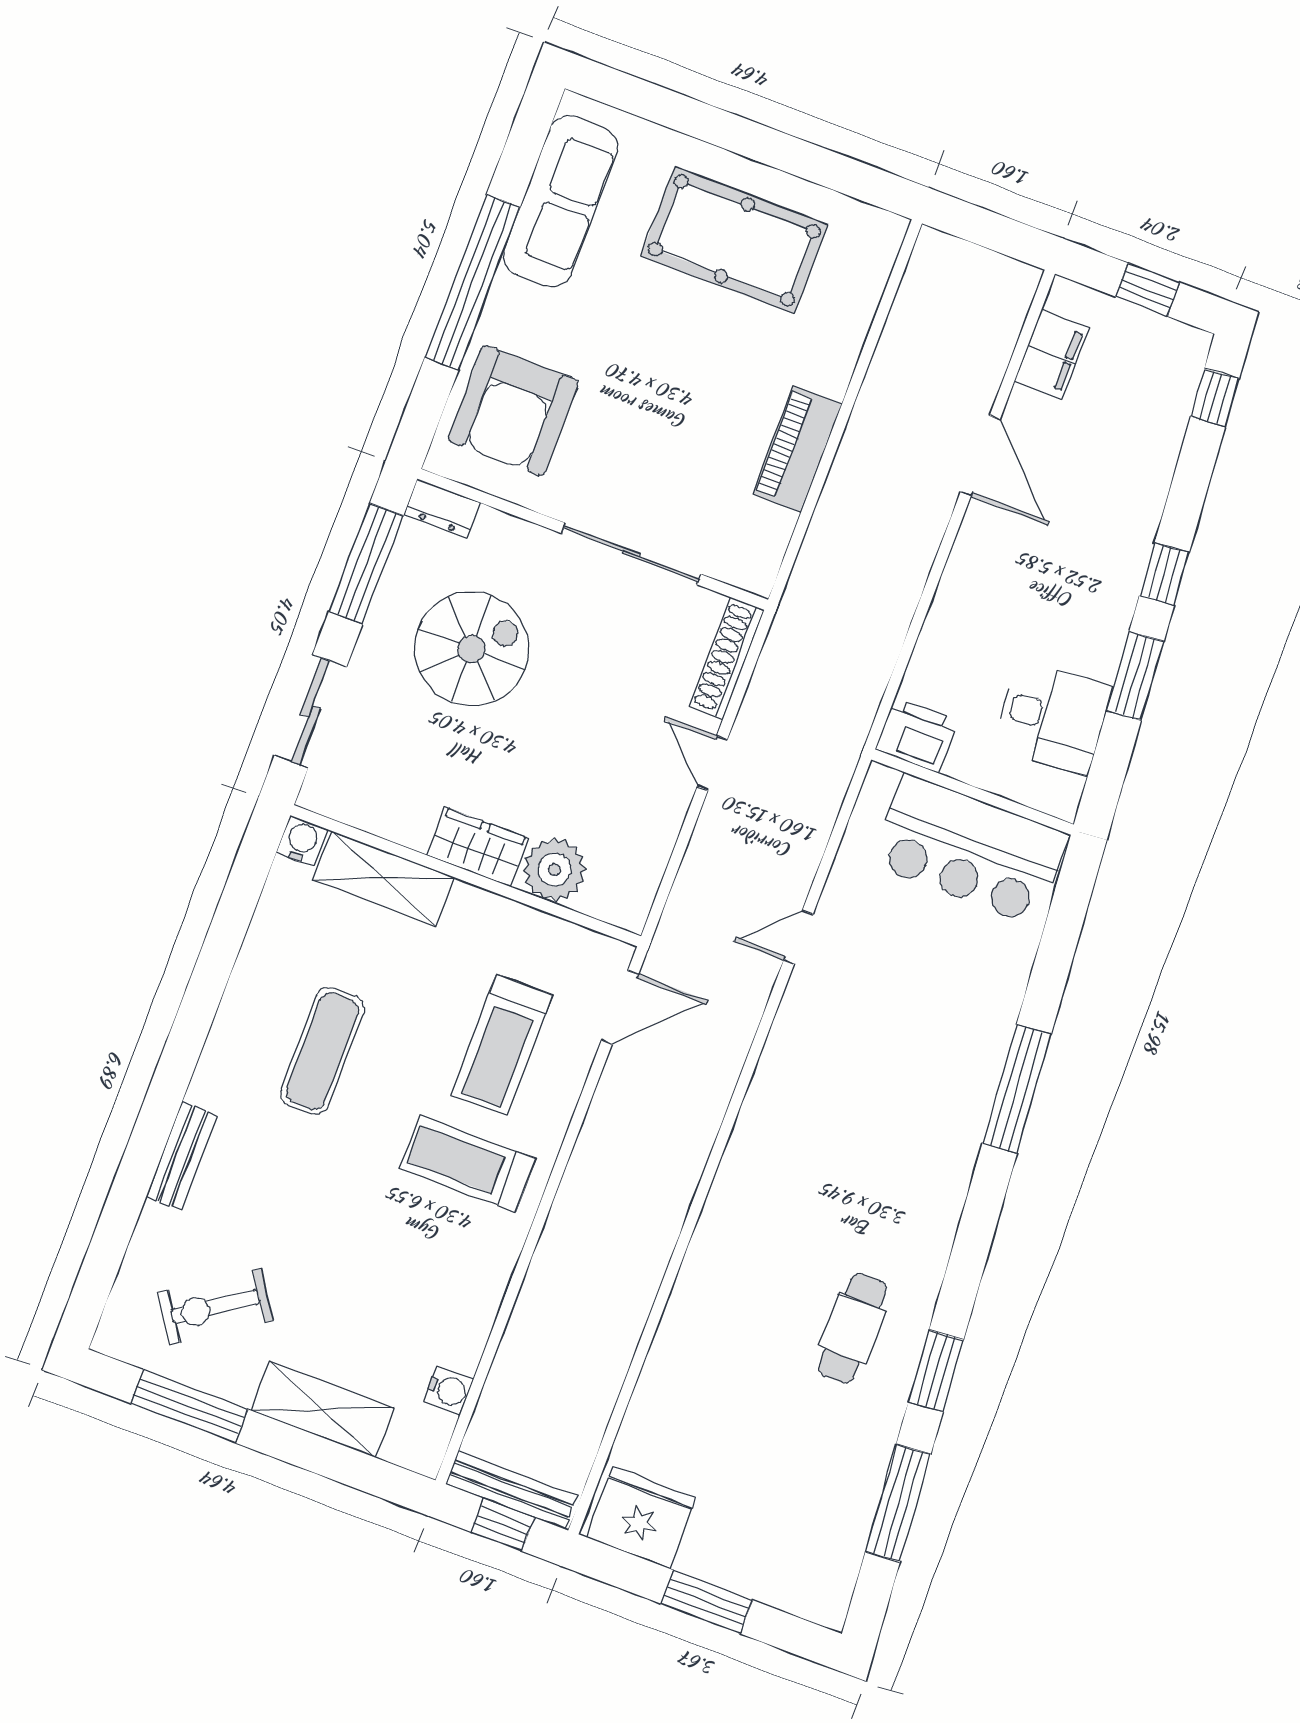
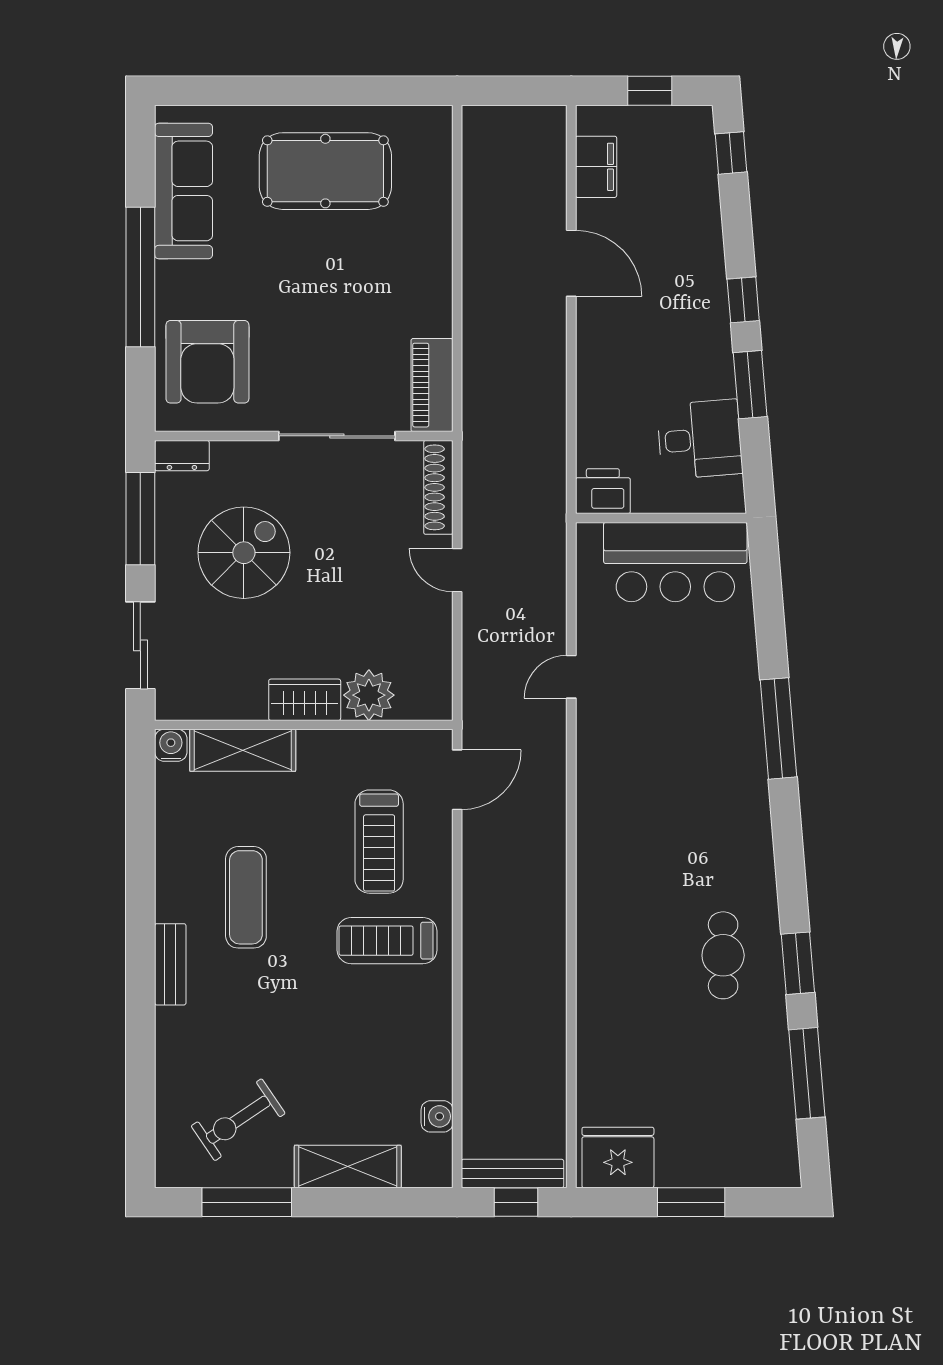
piano: (797, 449) -> (432, 385), moved
bench: (182, 1156) -> (170, 964), moved

